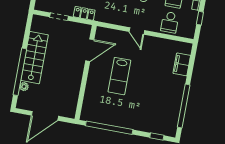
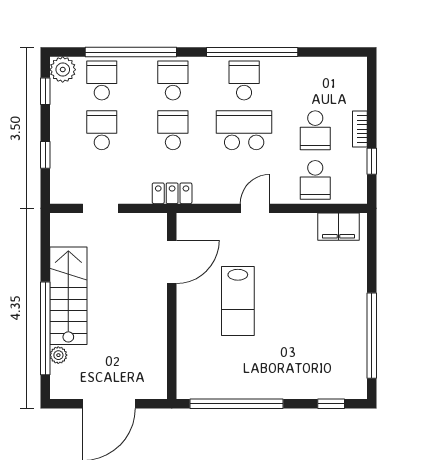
locker: (84, 13) -> (172, 193), moved
door: (137, 31) -> (255, 208), swing flipped
filing cabinet: (182, 64) -> (339, 227), moved, turned -90

